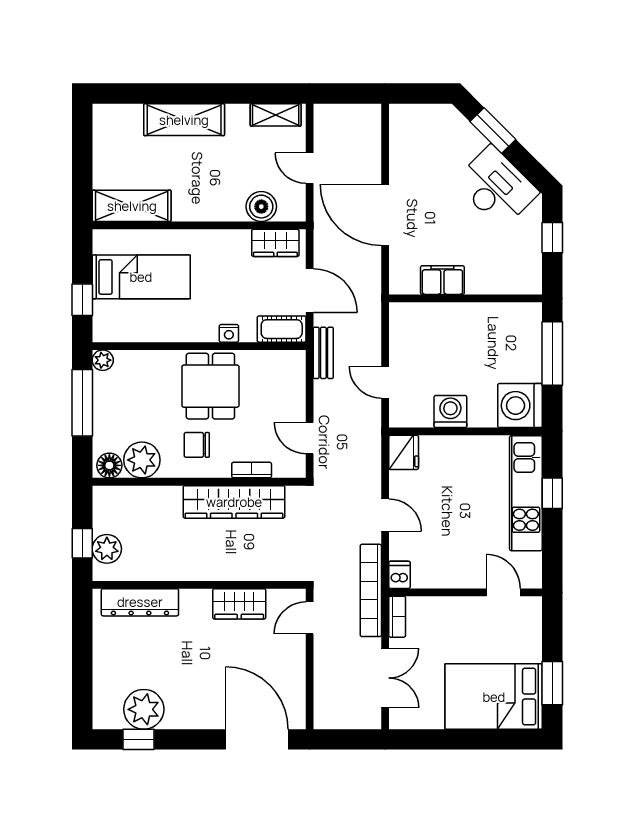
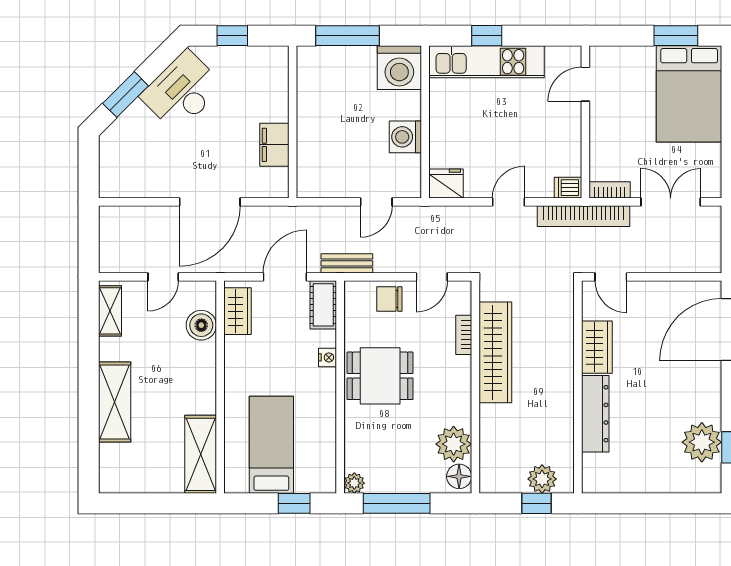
chair: (197, 445) -> (389, 299), moved, turned 90
dresser: (140, 602) -> (595, 414), moved

